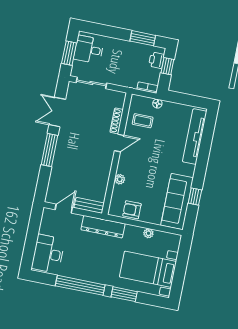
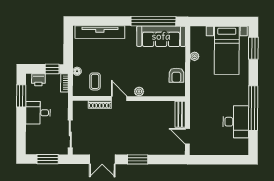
desk: (89, 49) -> (38, 113), moved, turned 90
window: (167, 66) -> (52, 69), moved
window: (49, 150) -> (138, 159), width x0.69
plant: (120, 179) -> (139, 91), moved
window: (195, 196) -> (153, 21), width x3.17
dresser: (103, 227) -> (197, 98), removed
desk: (48, 254) -> (236, 122), moved, turned -90
window: (124, 294) -> (253, 48), moved

